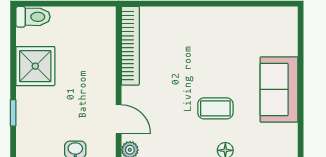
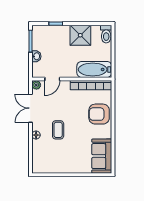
armchair: (185, 30) -> (99, 114), added
bathtub: (100, 39) -> (94, 69), added
sofa: (279, 89) -> (102, 156), moved, turned -90

